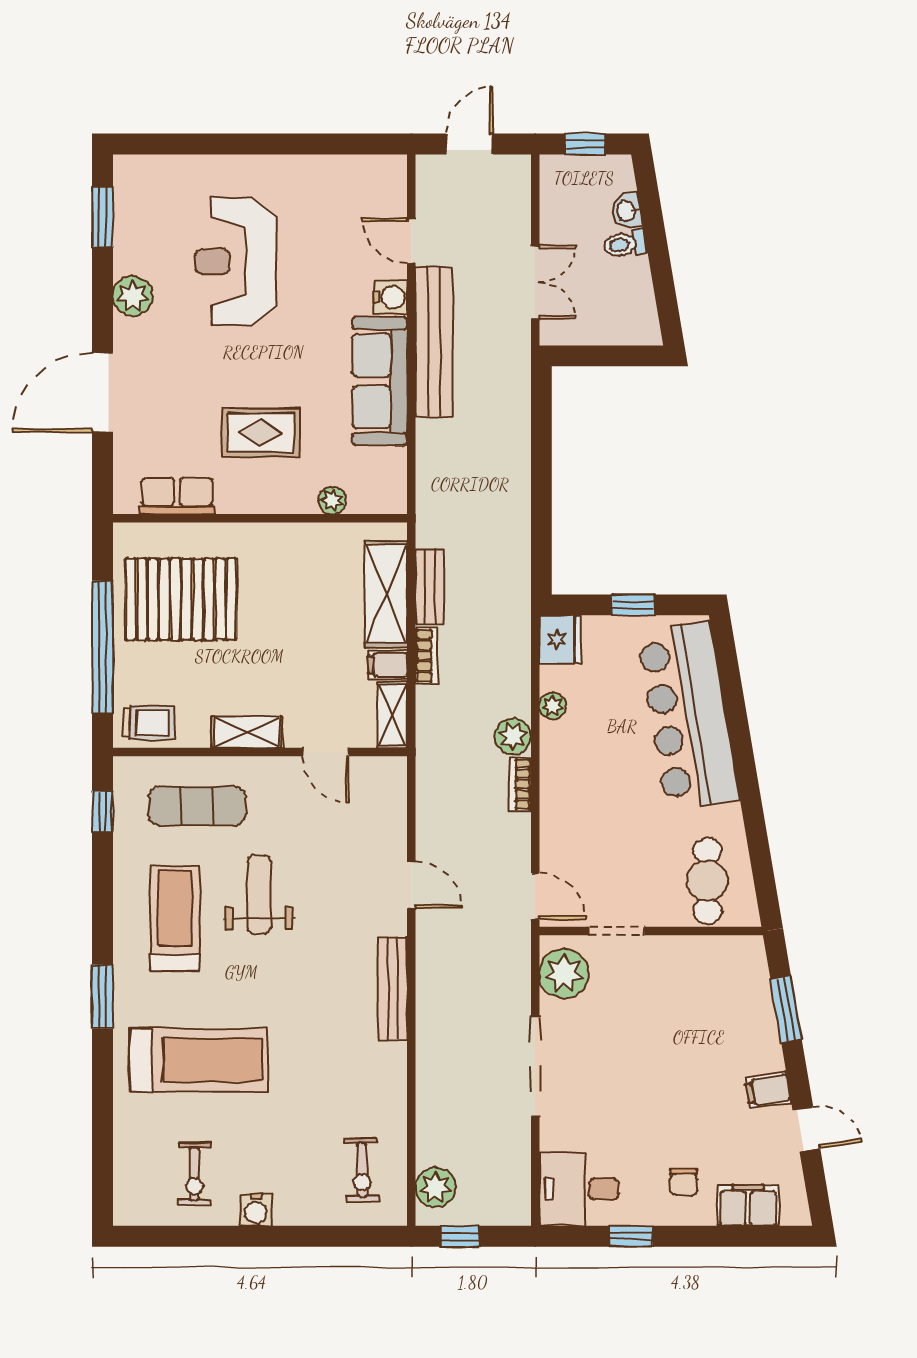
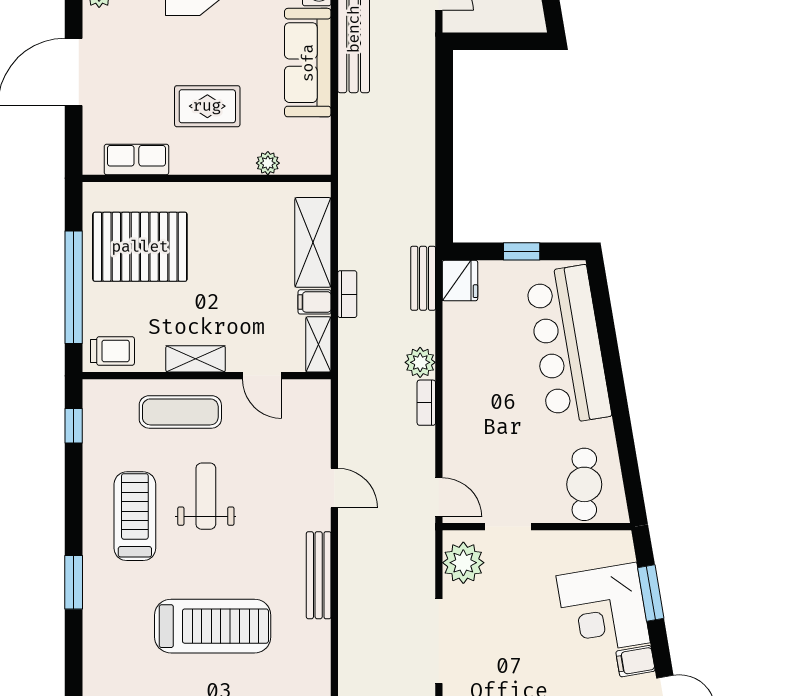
bench: (430, 587) -> (423, 278), moved
plant: (553, 706) -> (454, 337), removed
exercise mat: (197, 806) -> (180, 412), moved
corner desk: (730, 1029) -> (603, 609), added
treadmill: (199, 1060) -> (213, 626), moved

